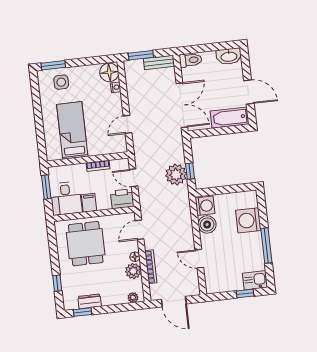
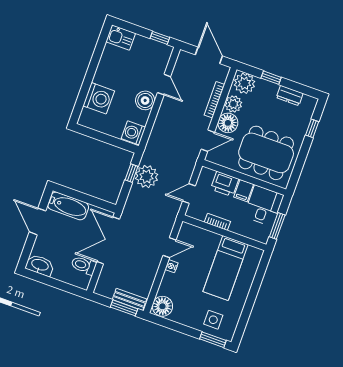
toilet: (191, 60) -> (84, 265), moved
bench: (159, 62) -> (129, 299), moved
nightstand: (116, 87) -> (171, 266), moved
door: (134, 178) -> (189, 194), swing flipped
printer: (122, 199) -> (225, 184), moved
boiler: (207, 224) -> (145, 100), moved
dining table: (86, 244) -> (266, 153), width x1.38
window: (266, 246) -> (93, 66), removed
floor lamp: (135, 257) -> (228, 123), width x1.89, depth x1.89
window: (245, 293) -> (160, 38), moved
plant: (133, 297) -> (244, 83), width x1.87, depth x1.87
window: (83, 312) -> (271, 78), moved

